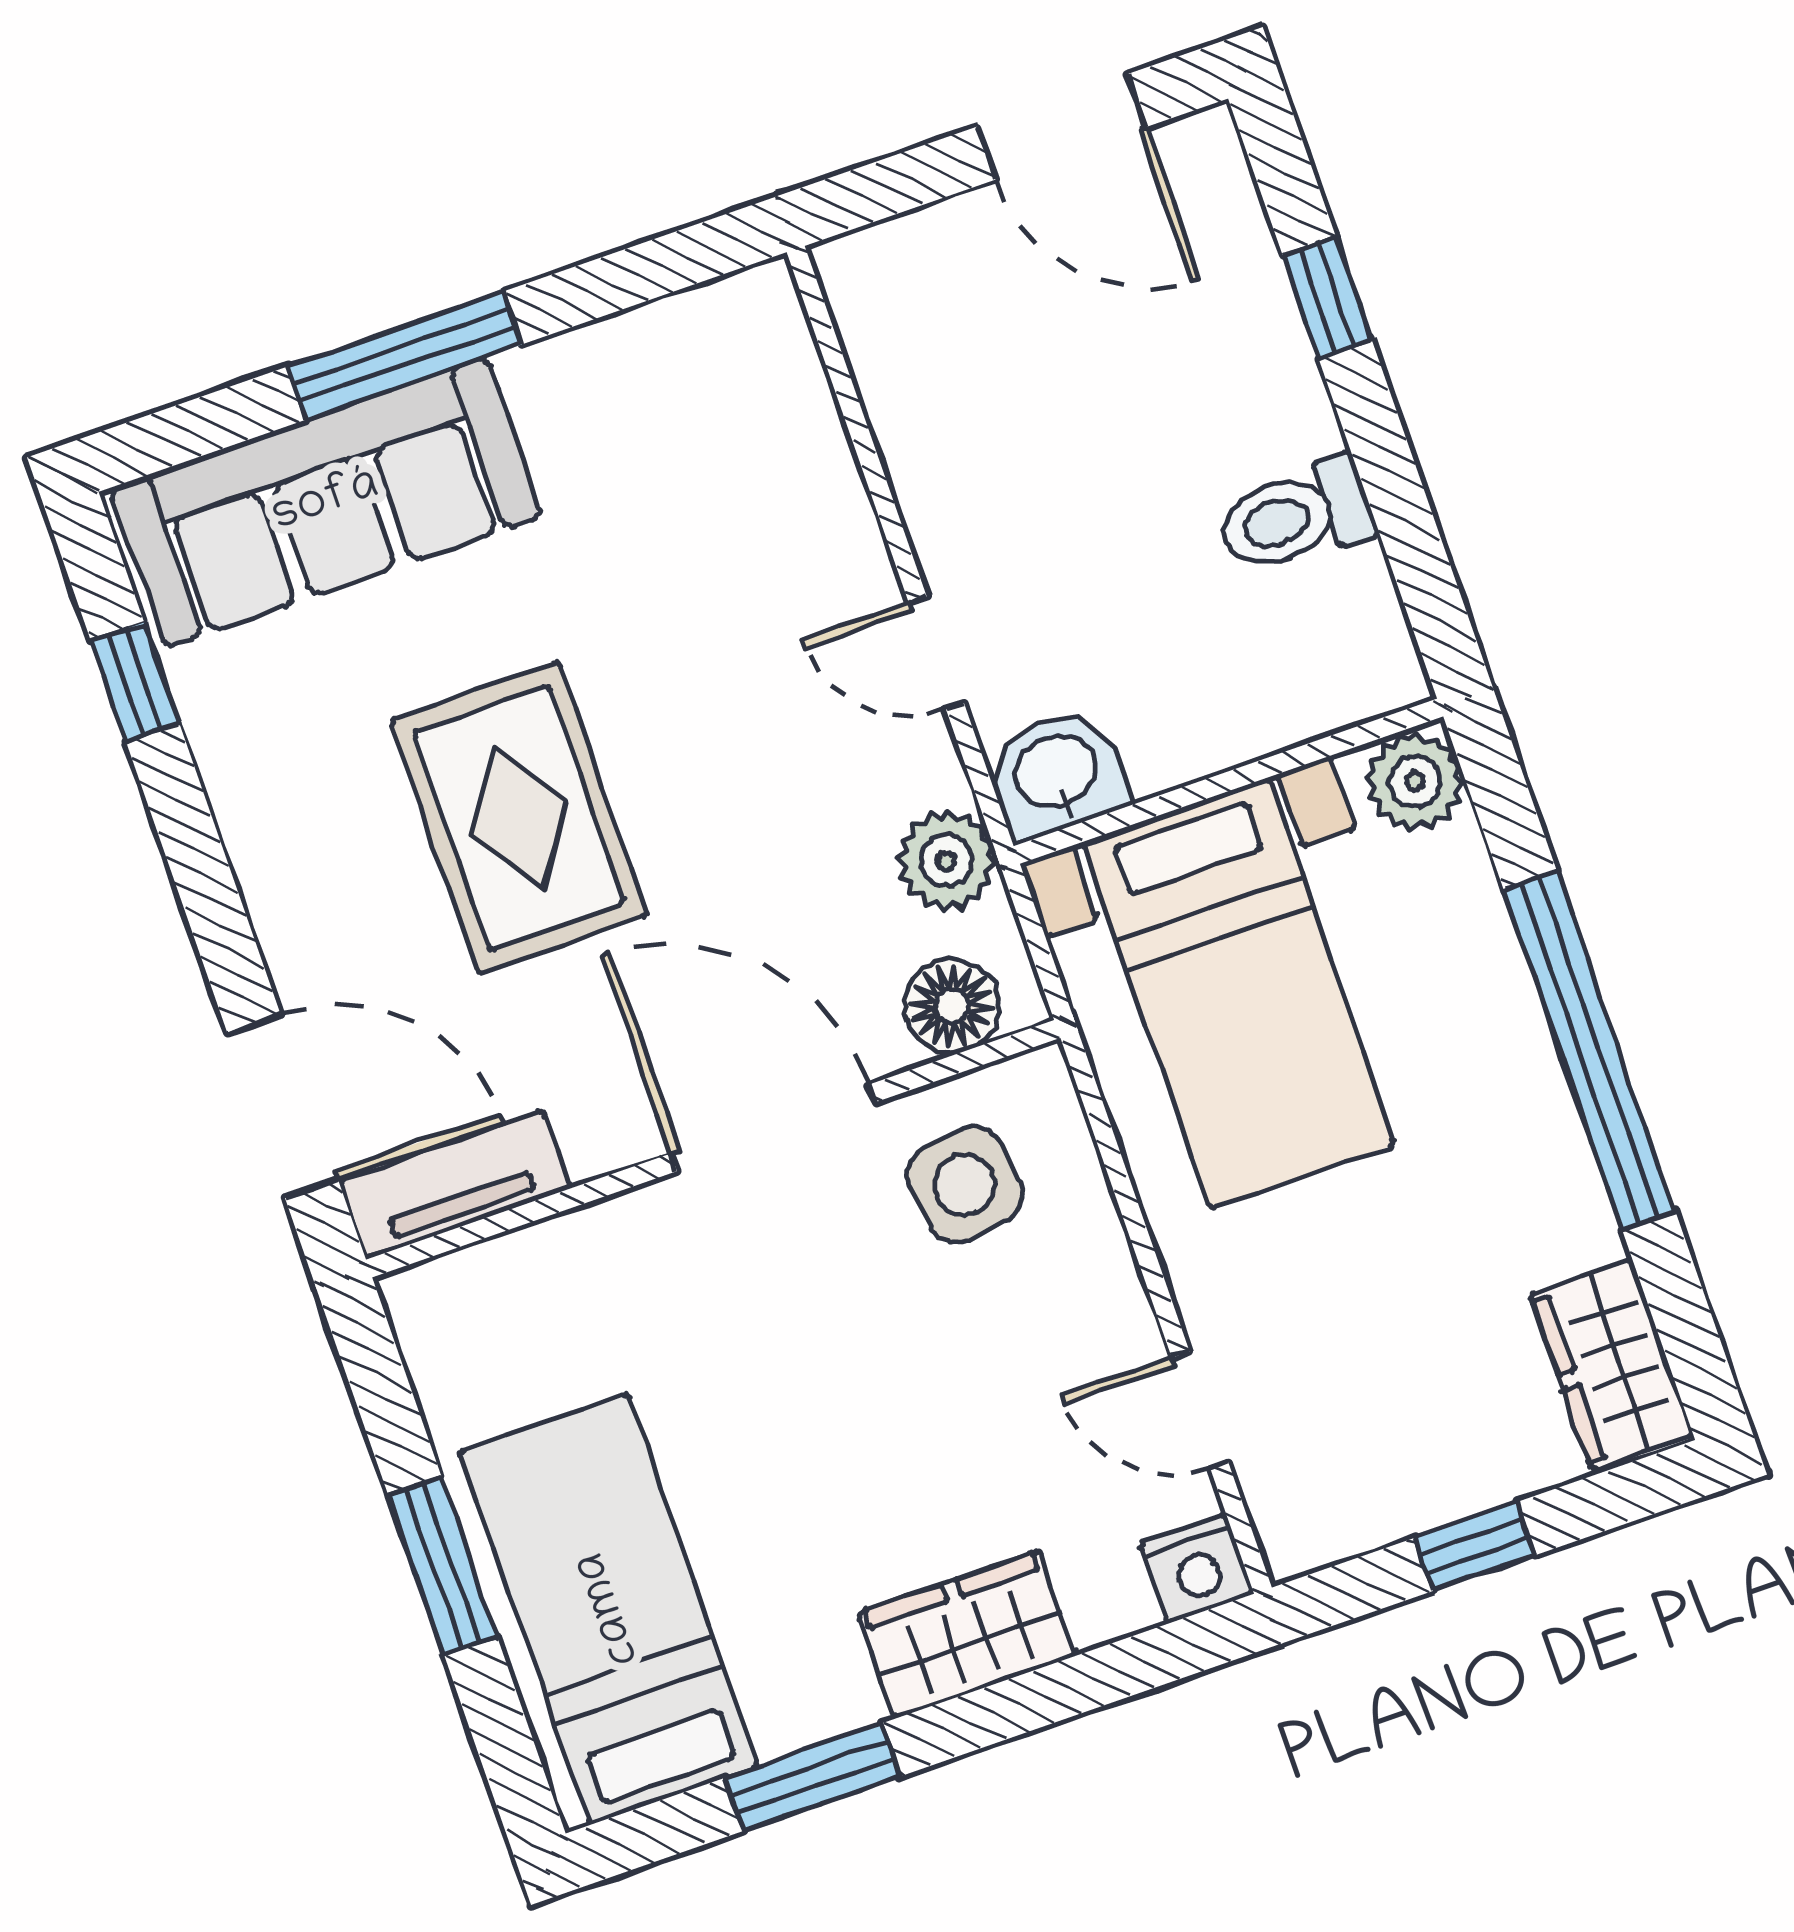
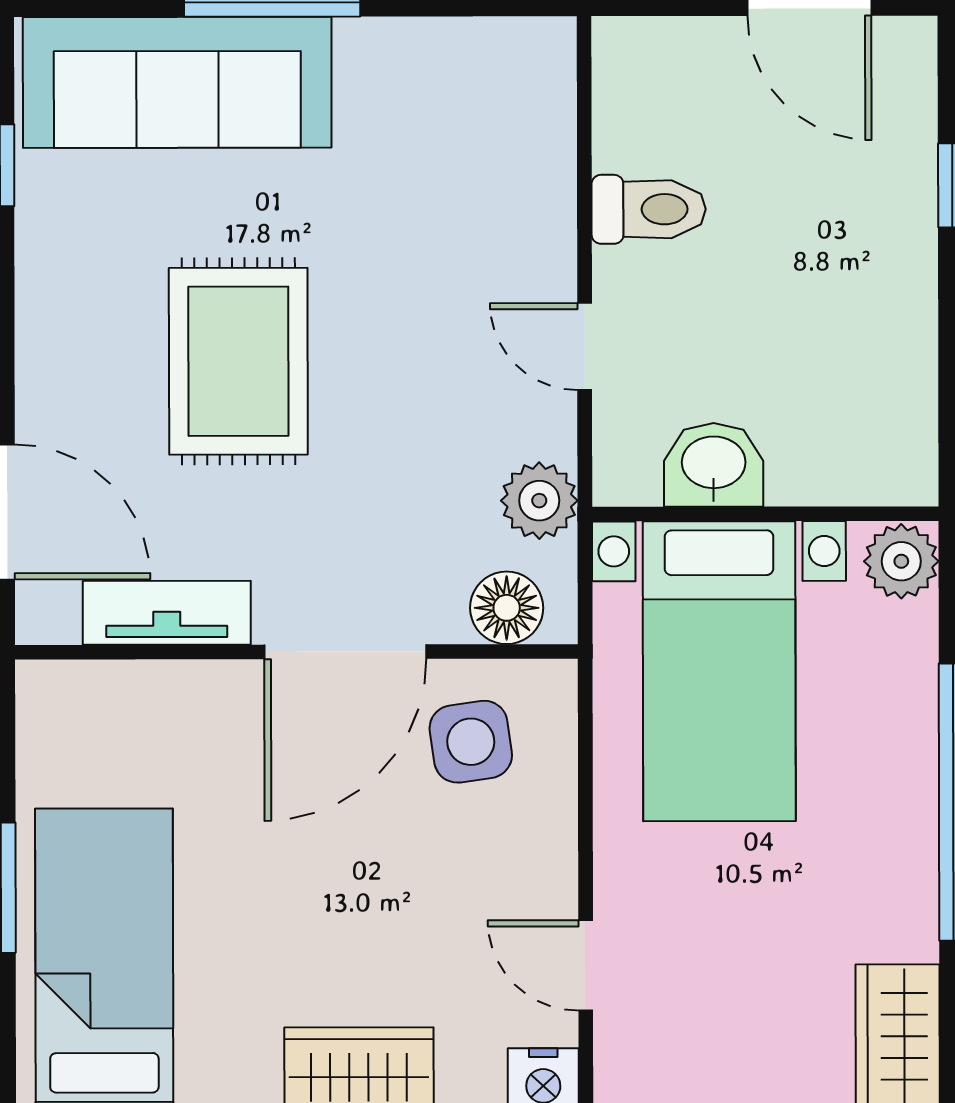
toilet: (1296, 516) -> (649, 209), moved, turned 180
washbasin: (1056, 774) -> (714, 465), moved
door: (773, 1128) -> (345, 652), swing flipped
tv unit: (455, 1185) -> (167, 613), moved

